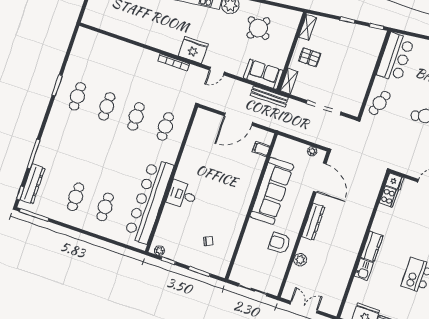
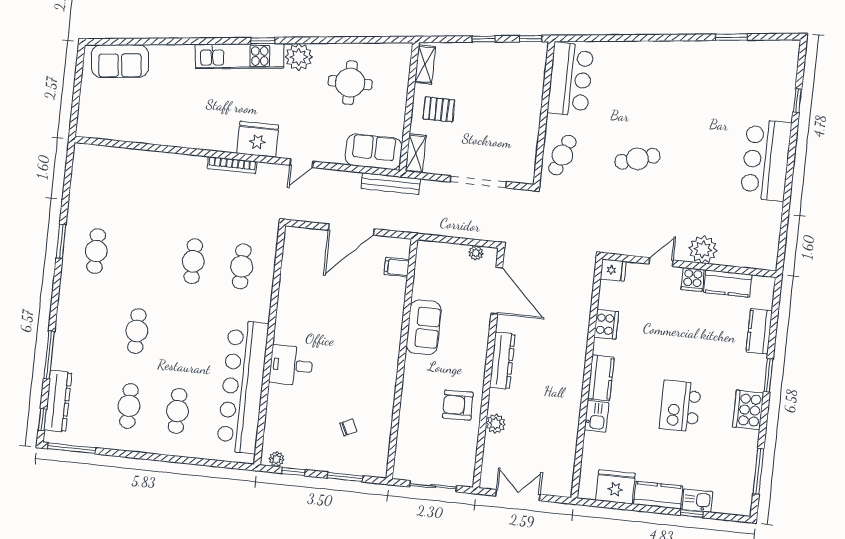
round table: (258, 28) -> (350, 83), turned -30
cafe table: (107, 106) -> (137, 331), moved
sofa: (272, 191) -> (424, 327), width x0.54, depth x0.79
cooker: (389, 197) -> (606, 324), moved

